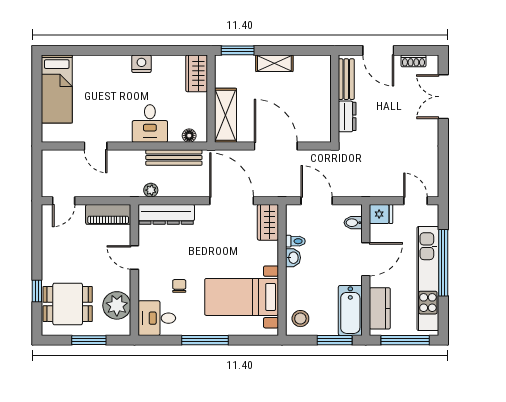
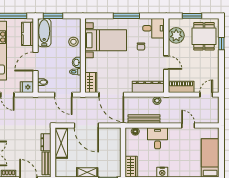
shelving: (225, 115) -> (61, 143), moved
dining table: (68, 304) -> (204, 36), turned 90
stool: (300, 319) -> (73, 42), moved

